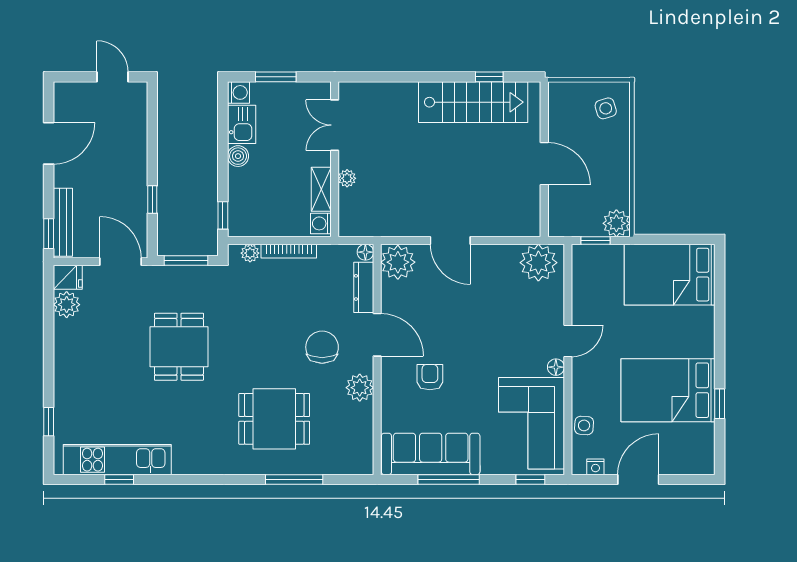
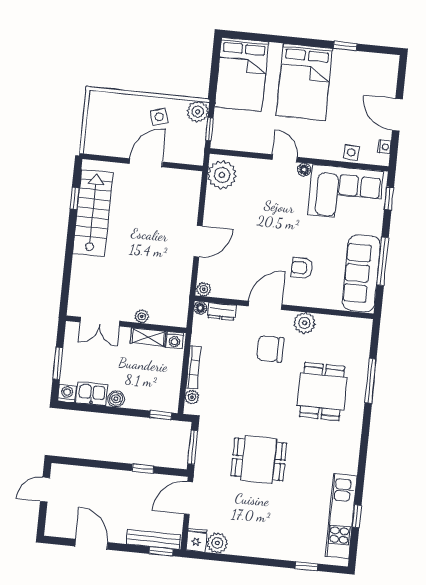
side table: (606, 108) -> (159, 117), moved
plant: (398, 262) -> (204, 289), width x0.53, depth x0.53
dresser: (364, 287) -> (222, 311), width x0.70
bed: (668, 390) -> (304, 82), moved

